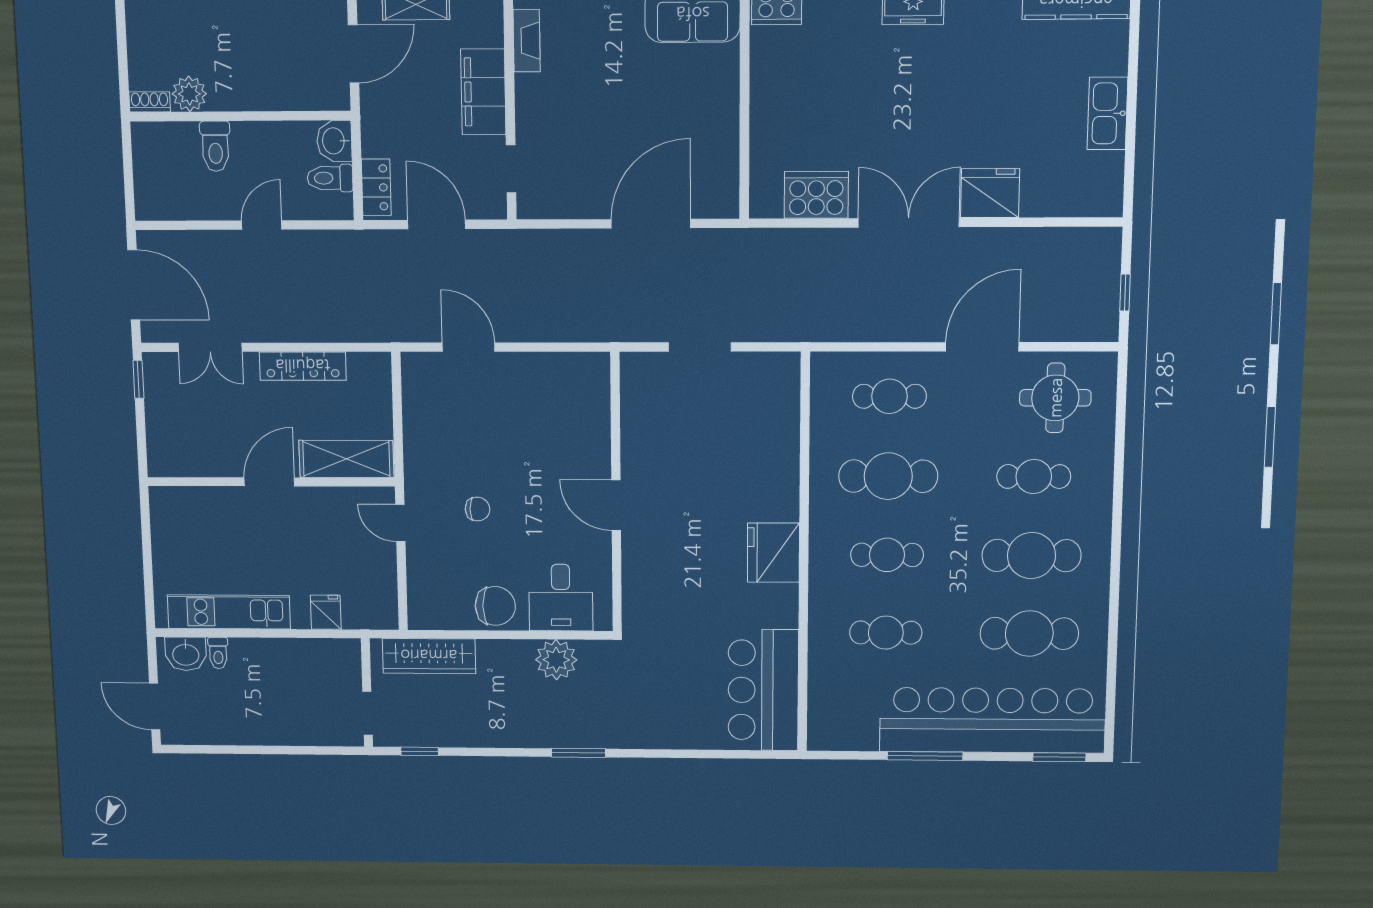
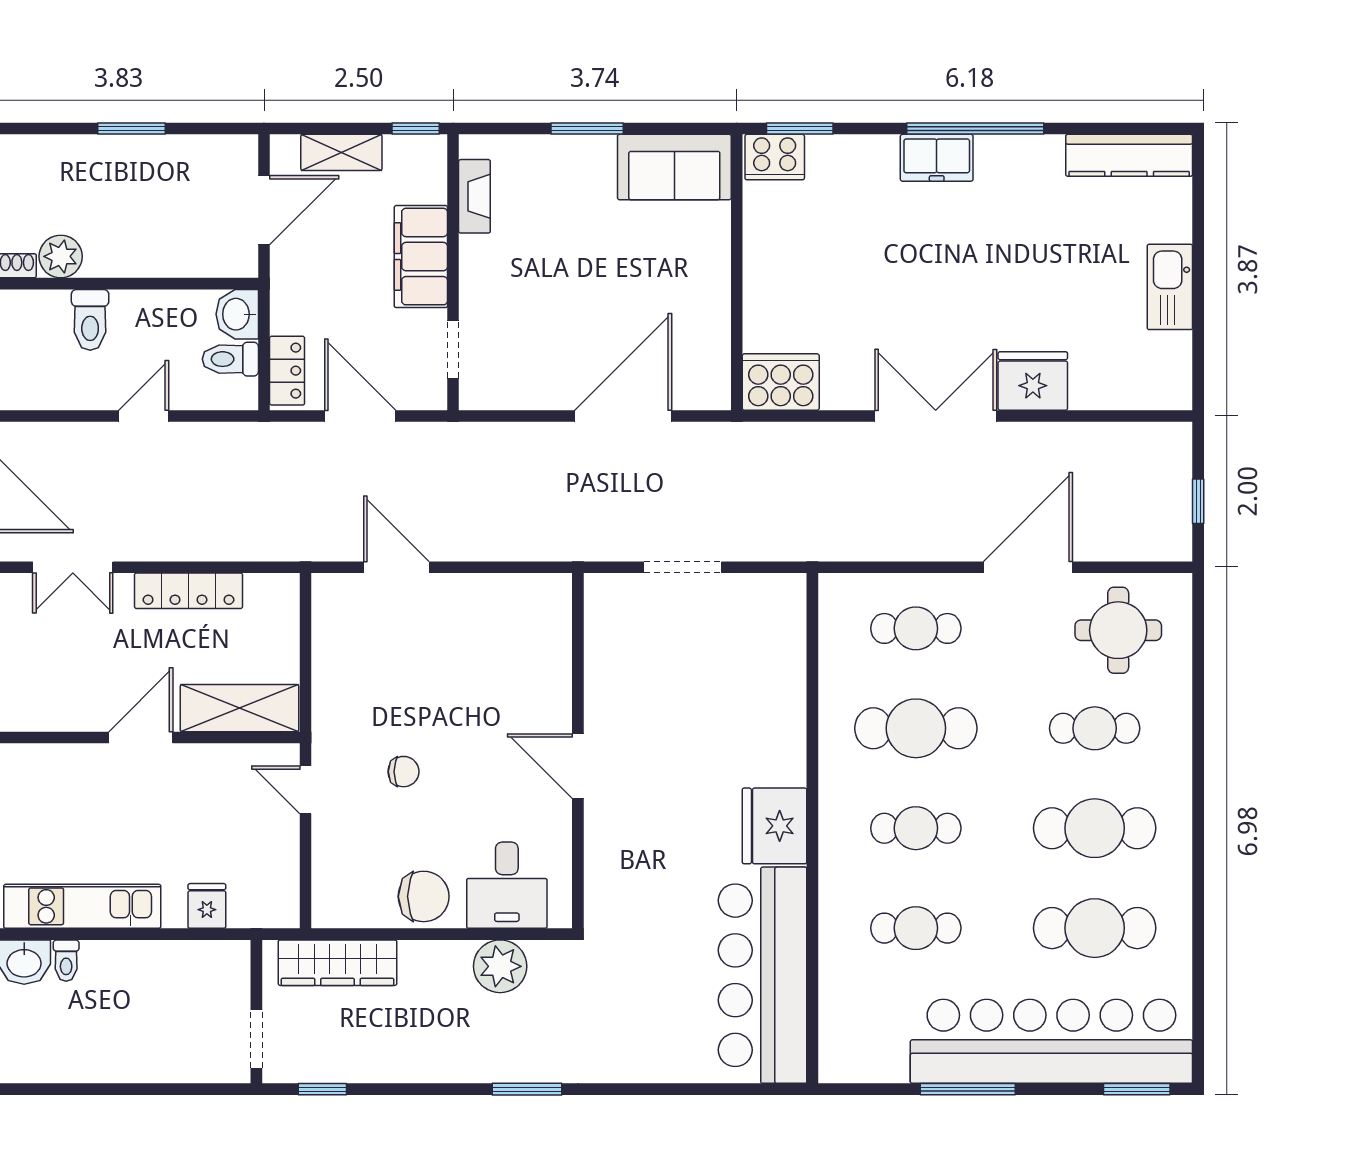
cooker: (816, 195) -> (781, 382), moved
bar counter: (763, 690) -> (763, 975), width x1.36

